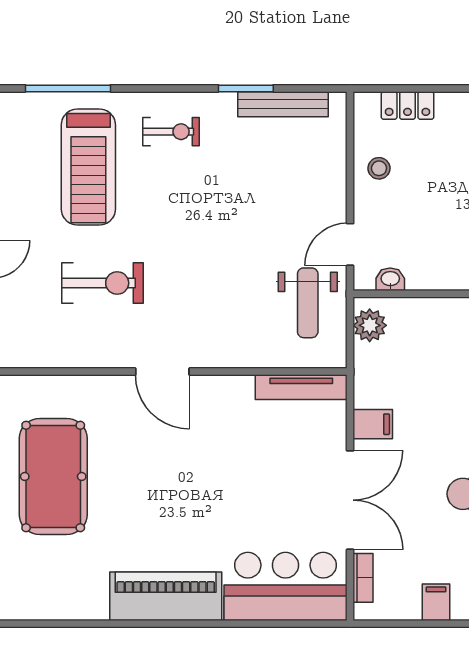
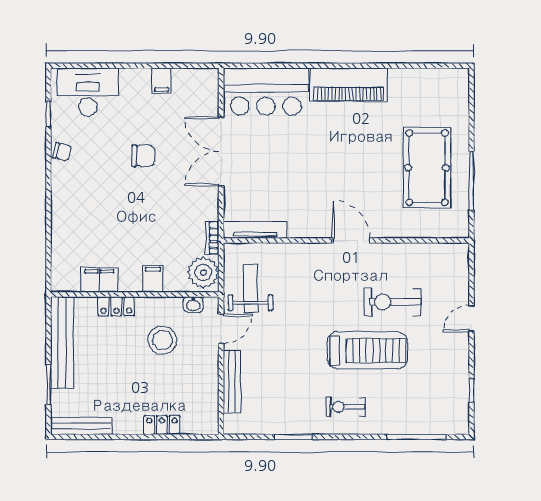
bench: (283, 104) -> (232, 382), moved, turned 90
locker: (407, 105) -> (162, 425), moved
treadmill: (88, 167) -> (367, 350), moved, turned 90
stool: (379, 168) -> (162, 340), moved, width x1.89, depth x1.89
plant: (370, 325) -> (203, 273), width x1.36, depth x1.36
filing cabinet: (373, 424) -> (153, 279), moved, turned 90
bookcase: (363, 578) -> (212, 238), moved

